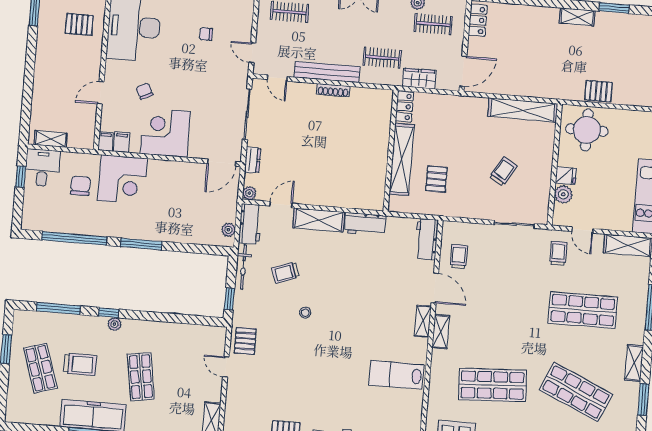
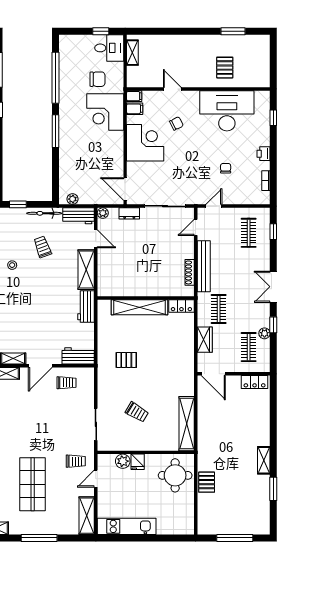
locker: (404, 107) -> (181, 306), moved
wall: (391, 151) -> (146, 298), moved
shelving: (402, 159) -> (140, 307), moved

